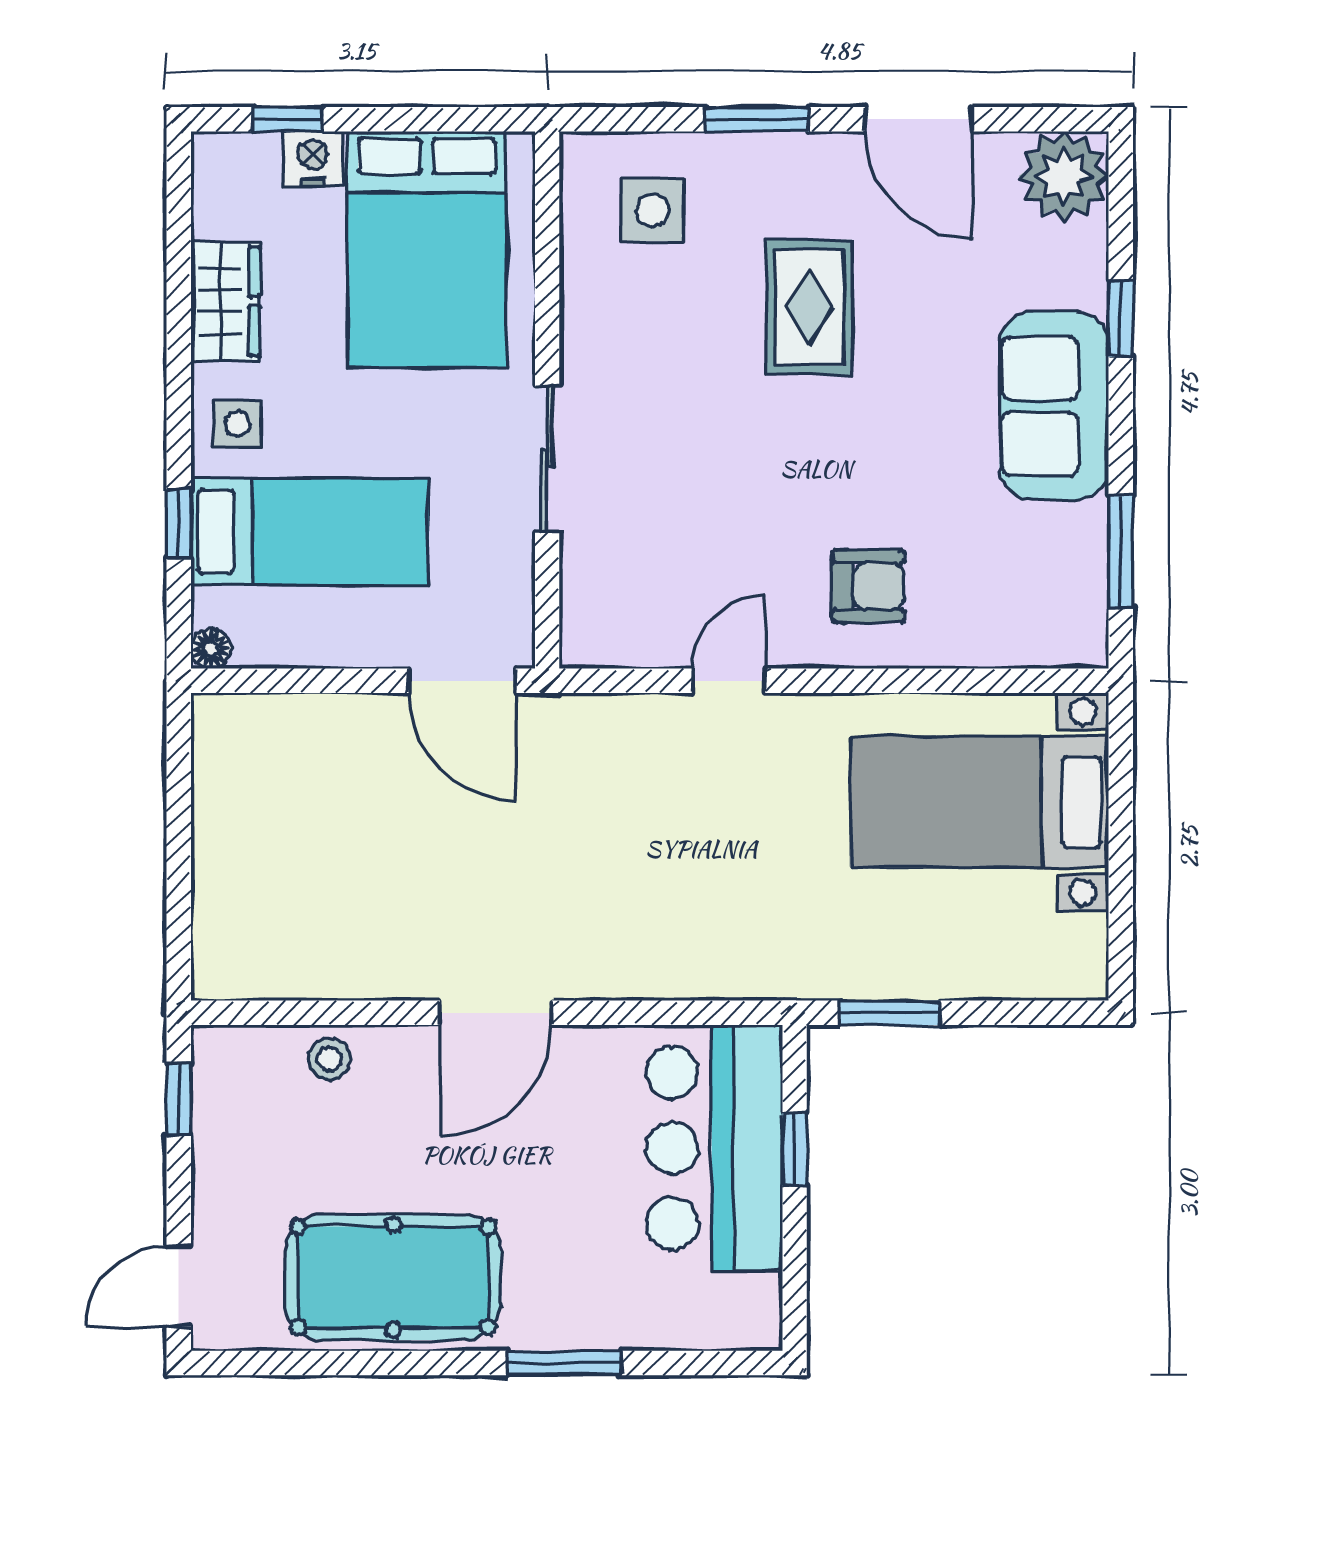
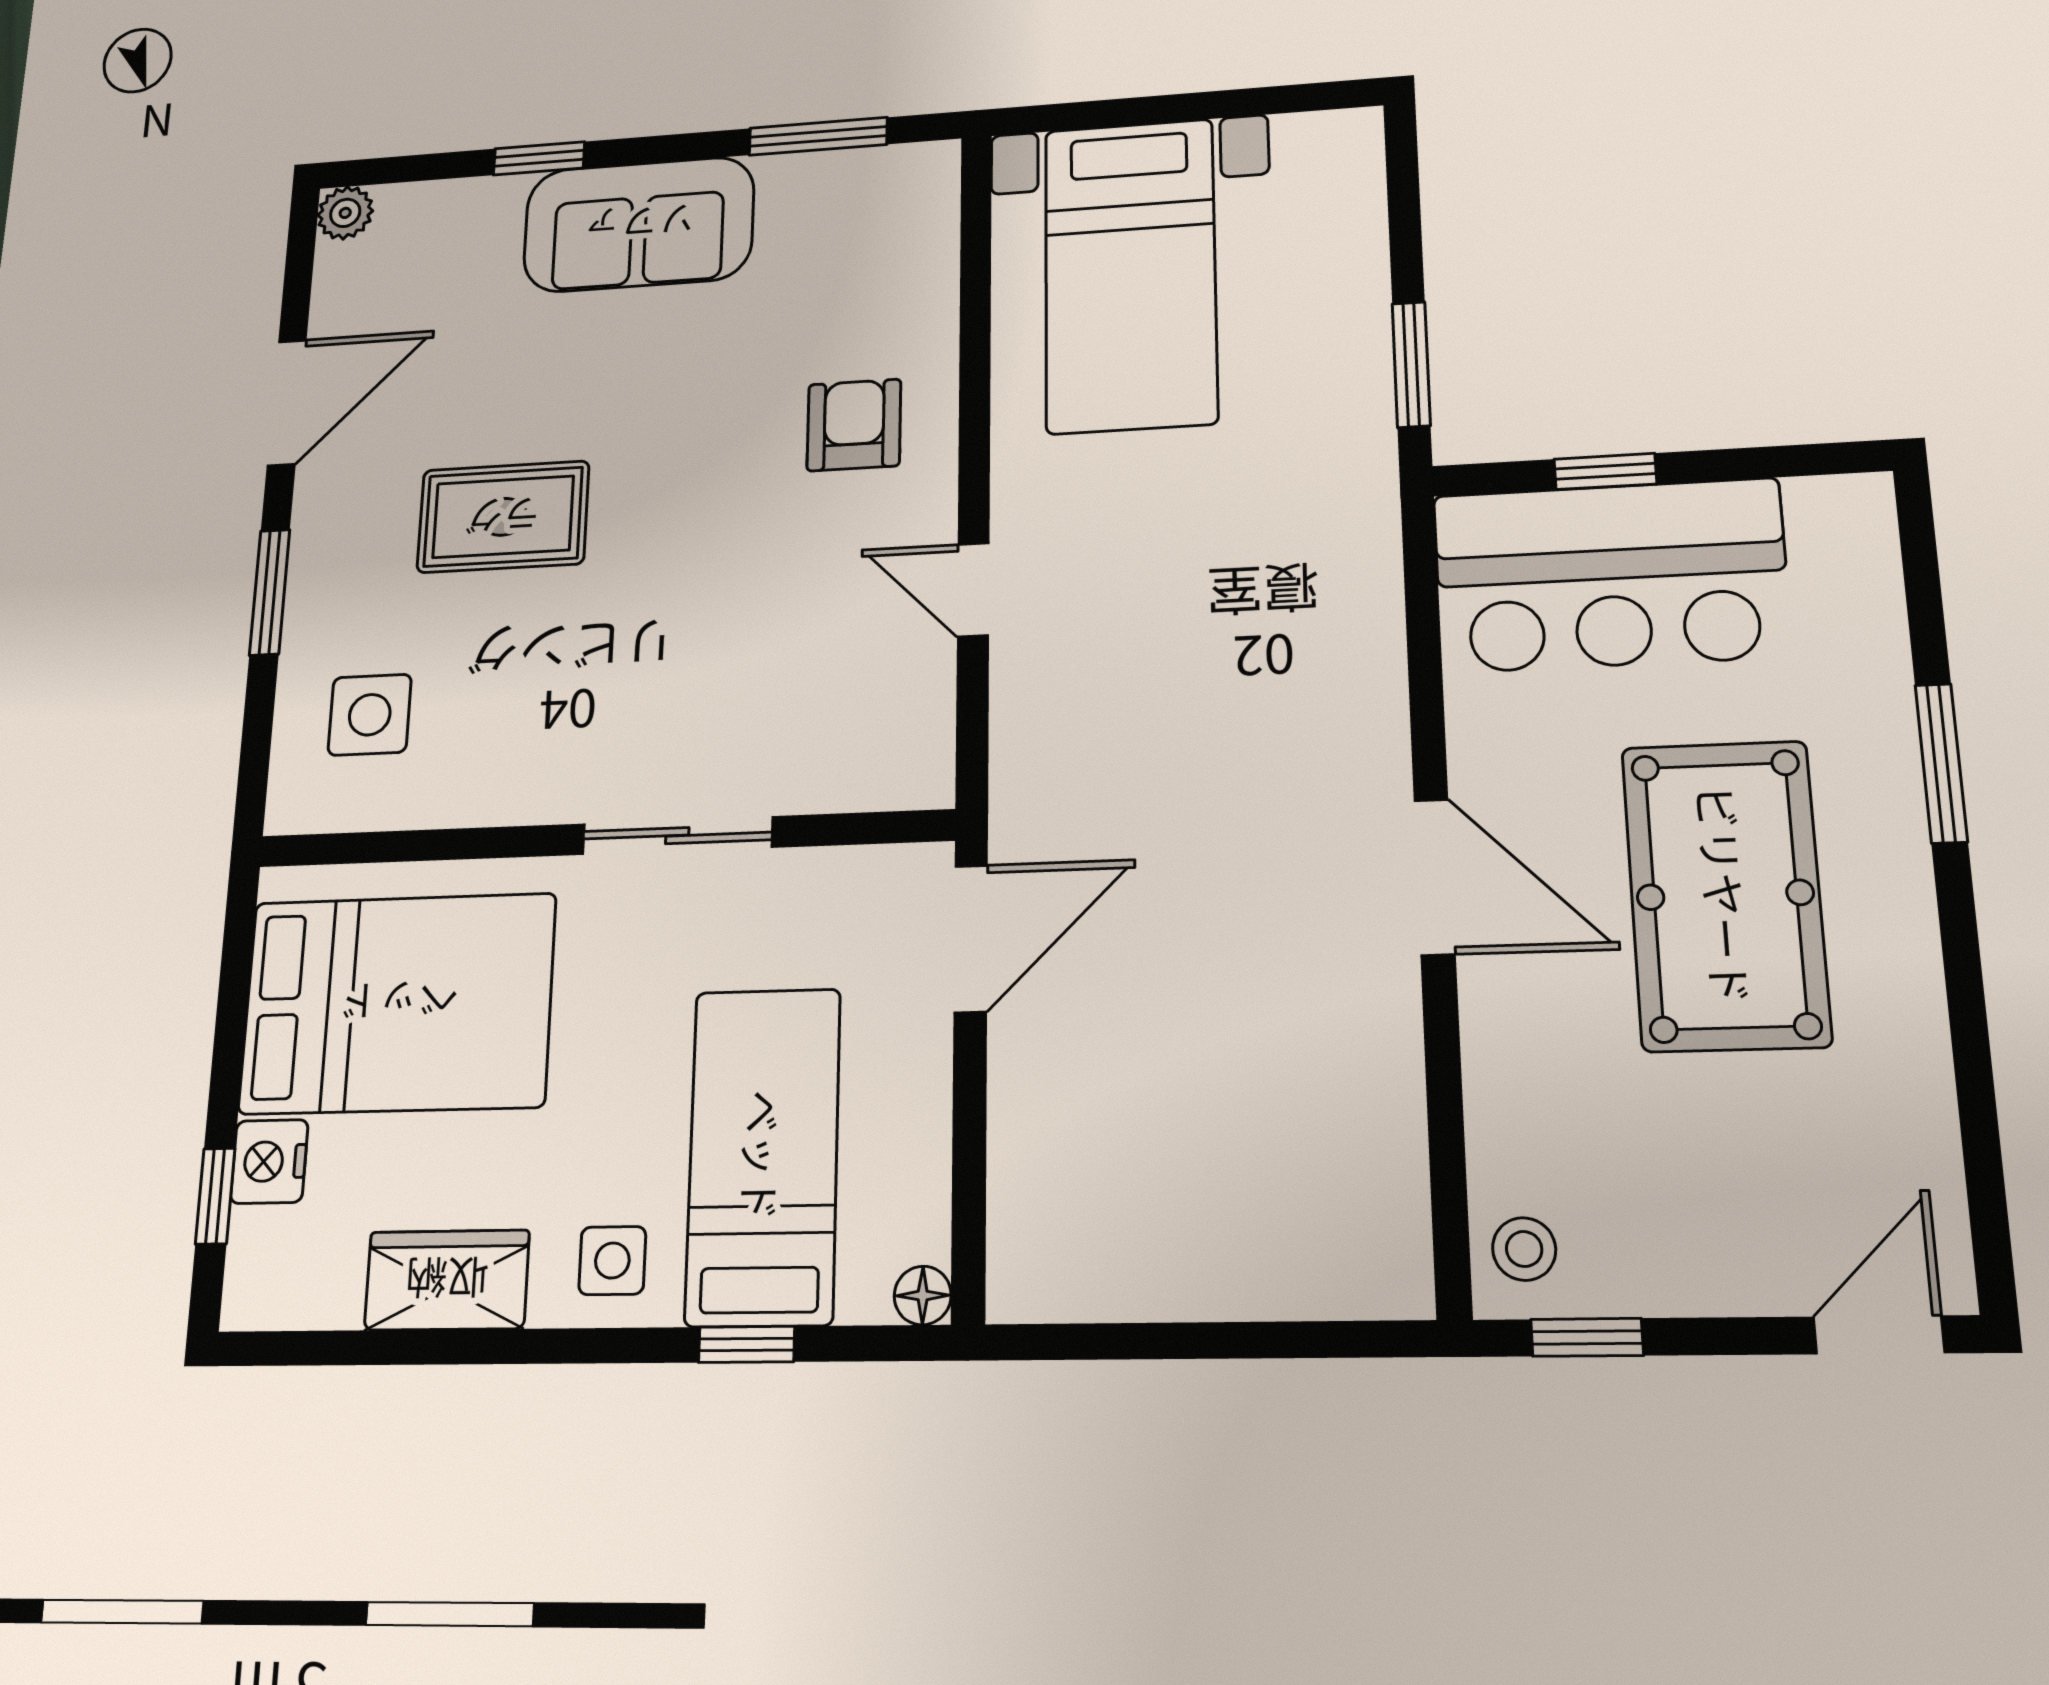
plant: (1064, 176) -> (345, 213), width x0.53, depth x0.53
stool: (329, 1059) -> (1524, 1249), moved
pool table: (393, 1277) -> (1725, 895), moved
door: (179, 1286) -> (1879, 1335), swing flipped

